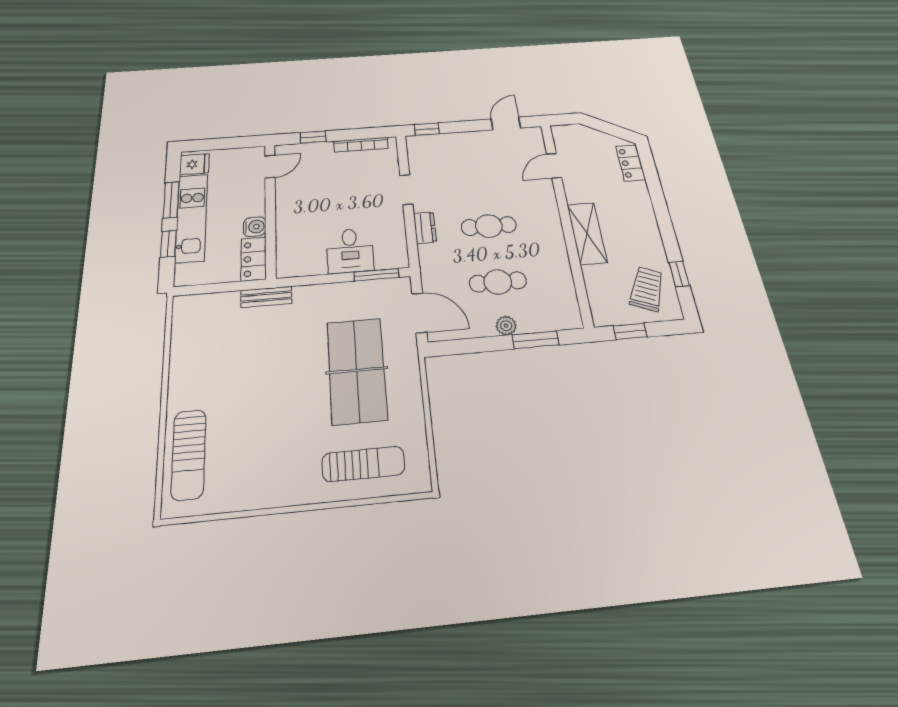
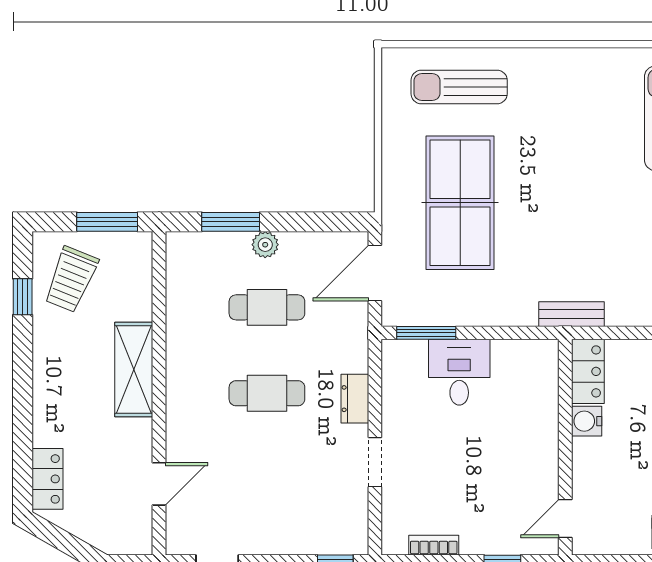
bookcase: (361, 145) -> (434, 545), width x0.64
door: (419, 313) -> (375, 273), hinge flipped
window: (630, 331) -> (107, 222), width x1.50

